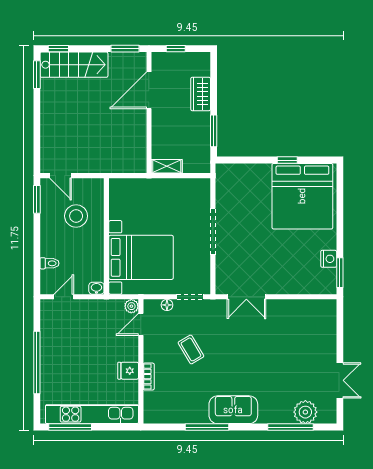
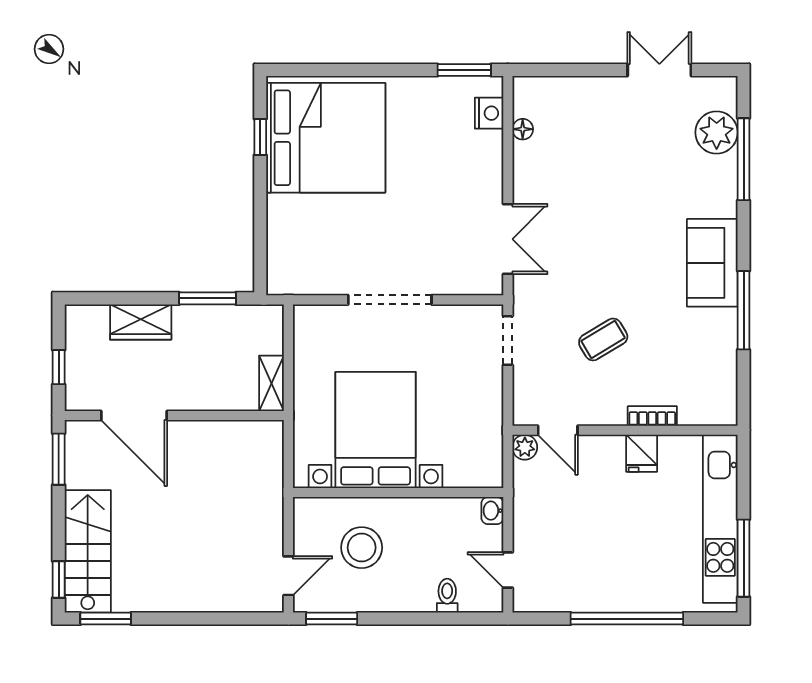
window: (287, 160) -> (260, 137), moved
bed with nightstands: (141, 257) -> (376, 430), moved
nightstand: (329, 259) -> (489, 113), moved, turned 90
floor lamp: (167, 305) -> (523, 129), moved

